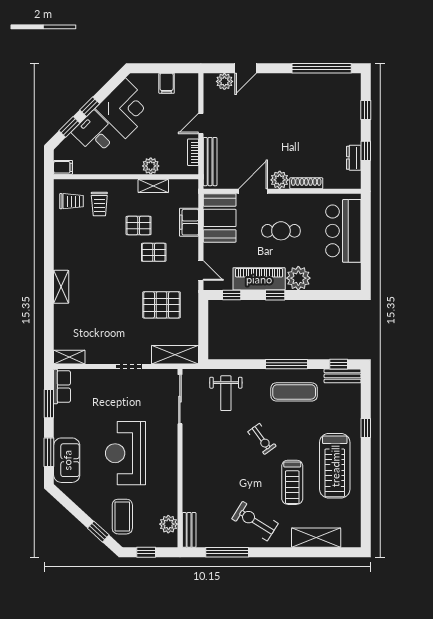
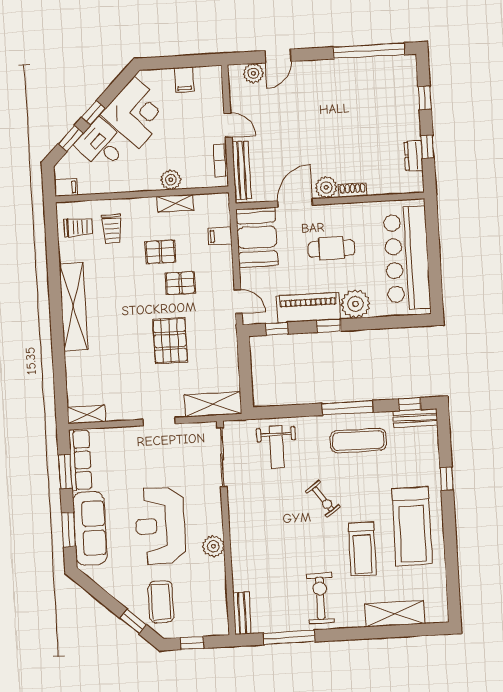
door: (201, 123) -> (228, 125), swing flipped
shoe rack: (306, 183) -> (352, 190), width x0.70
filing cabinet: (189, 222) -> (220, 236), width x0.50
bar counter: (343, 231) -> (407, 258), width x1.36
shelving: (61, 287) -> (73, 307), width x2.20, depth x1.33
pallet: (161, 305) -> (170, 341), moved, turned 90
row of seats: (62, 387) -> (80, 460), width x1.48
sofa: (67, 460) -> (90, 528), width x1.36
exercise bike: (255, 521) -> (320, 598), turned 58
plant: (168, 524) -> (213, 546), moved

